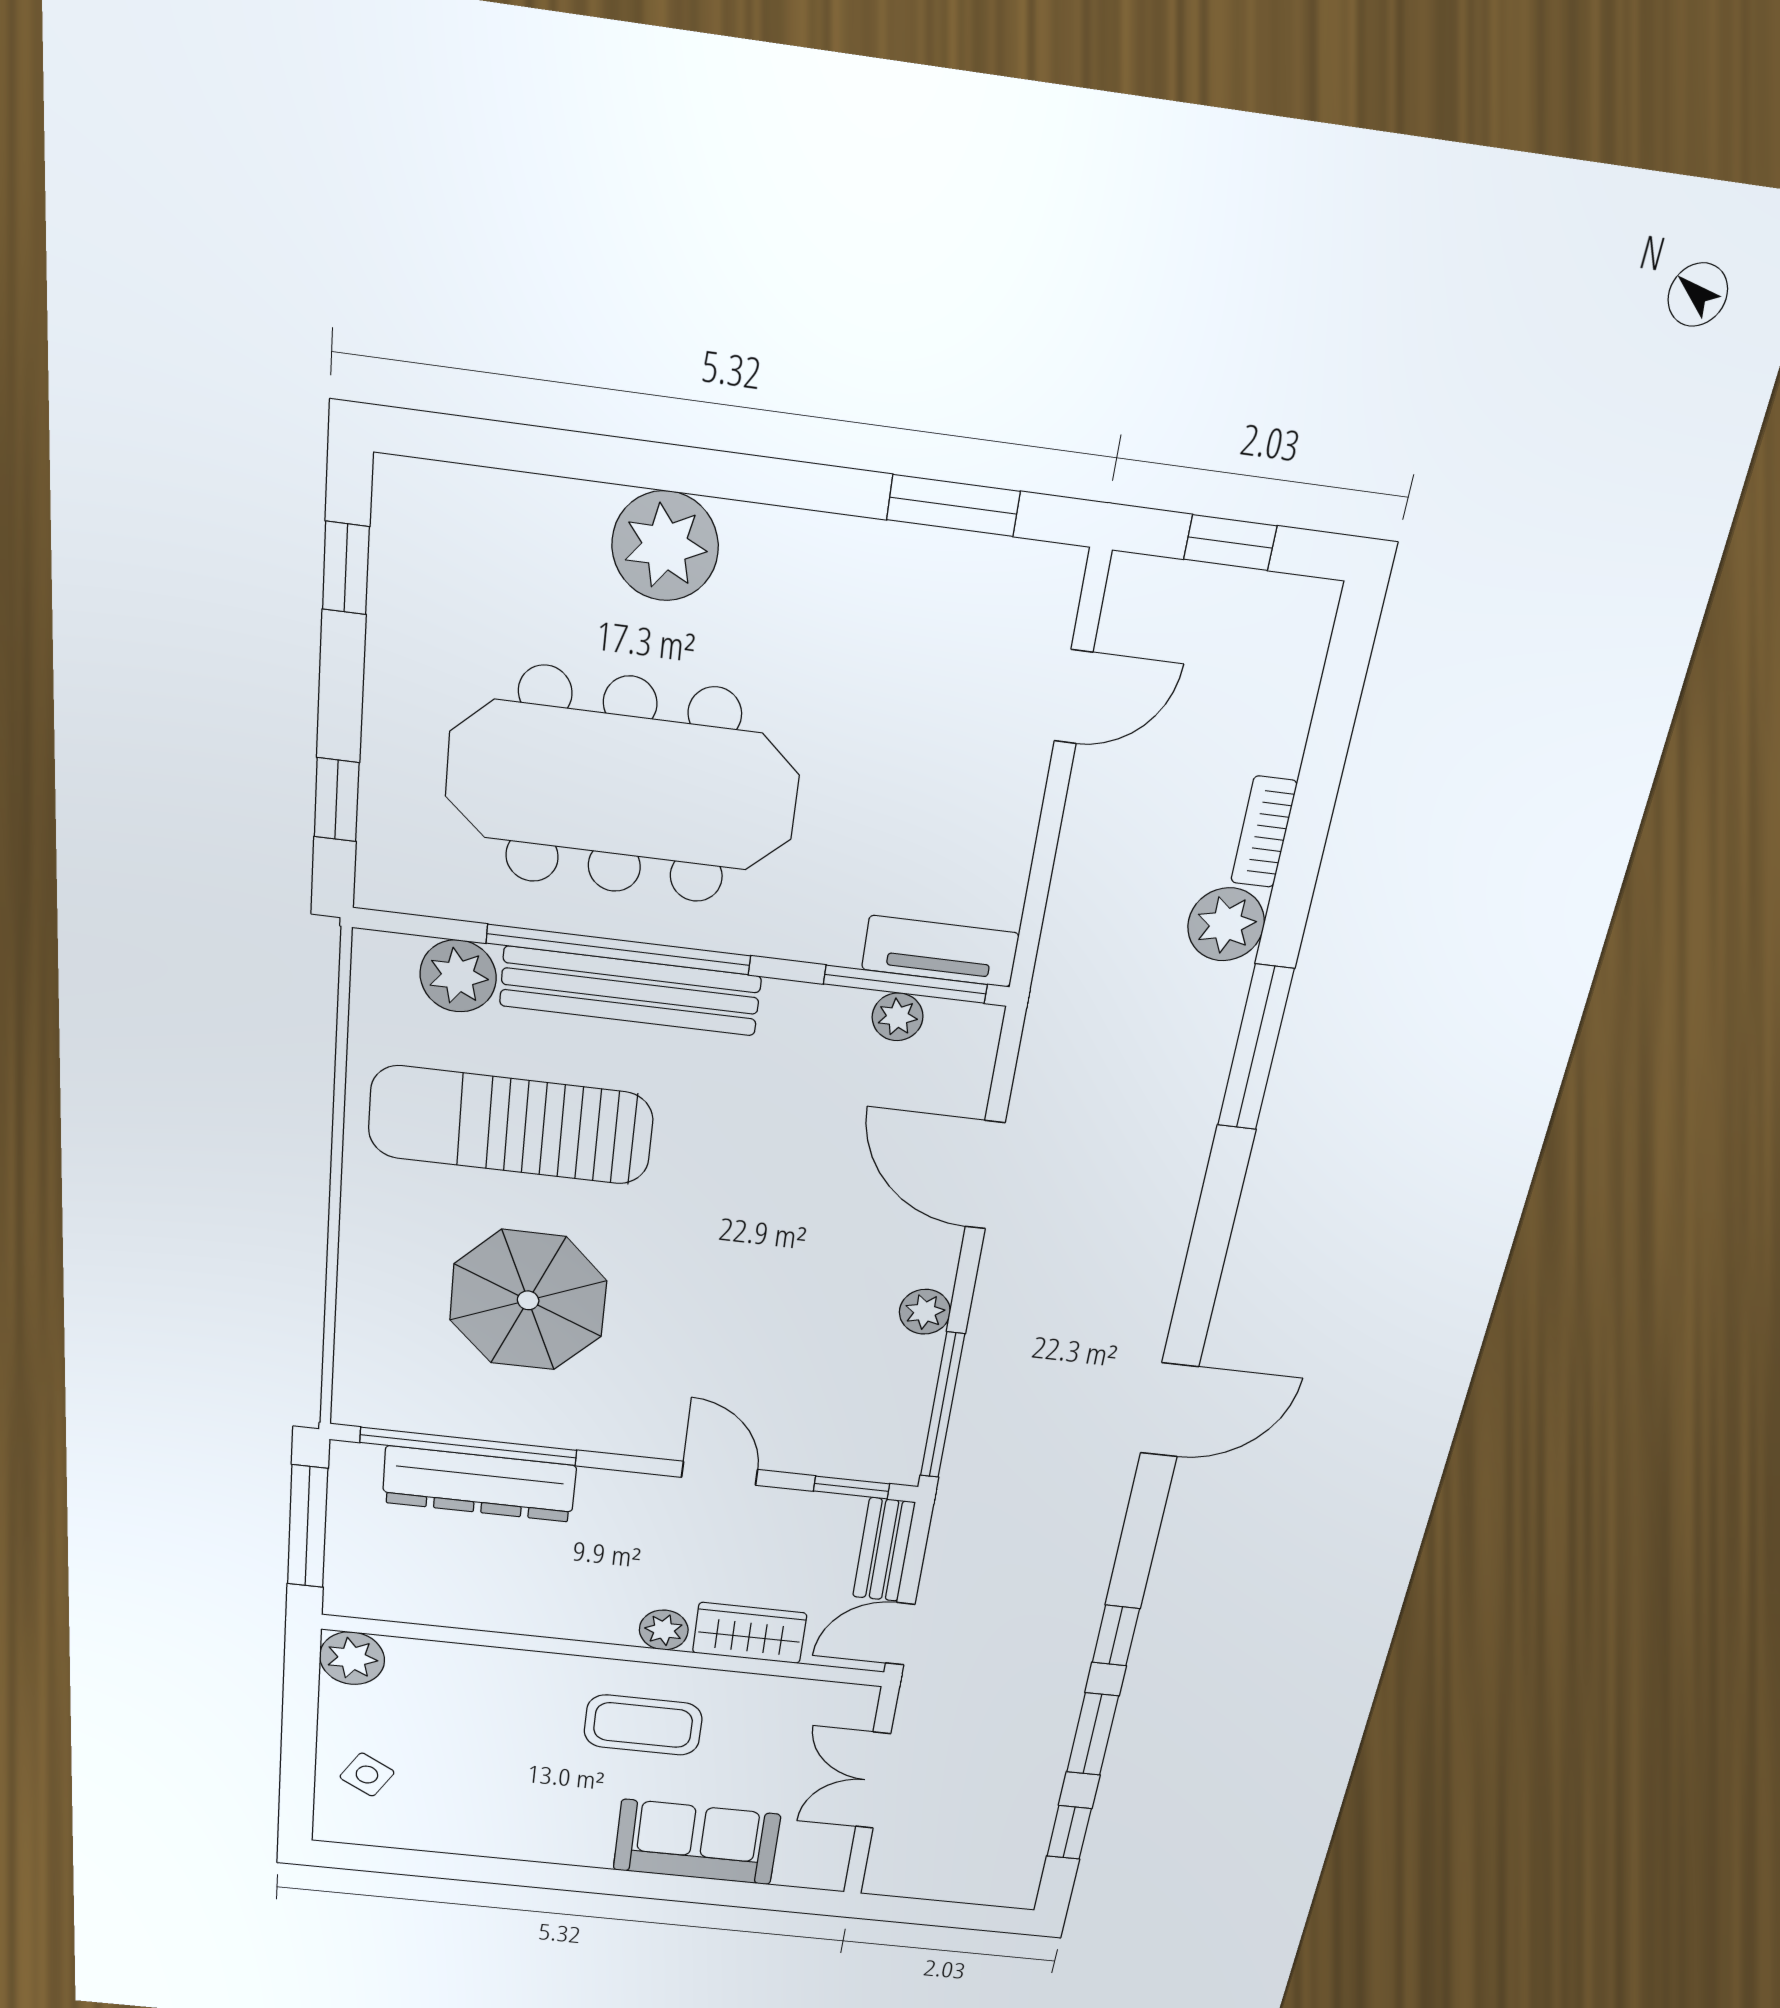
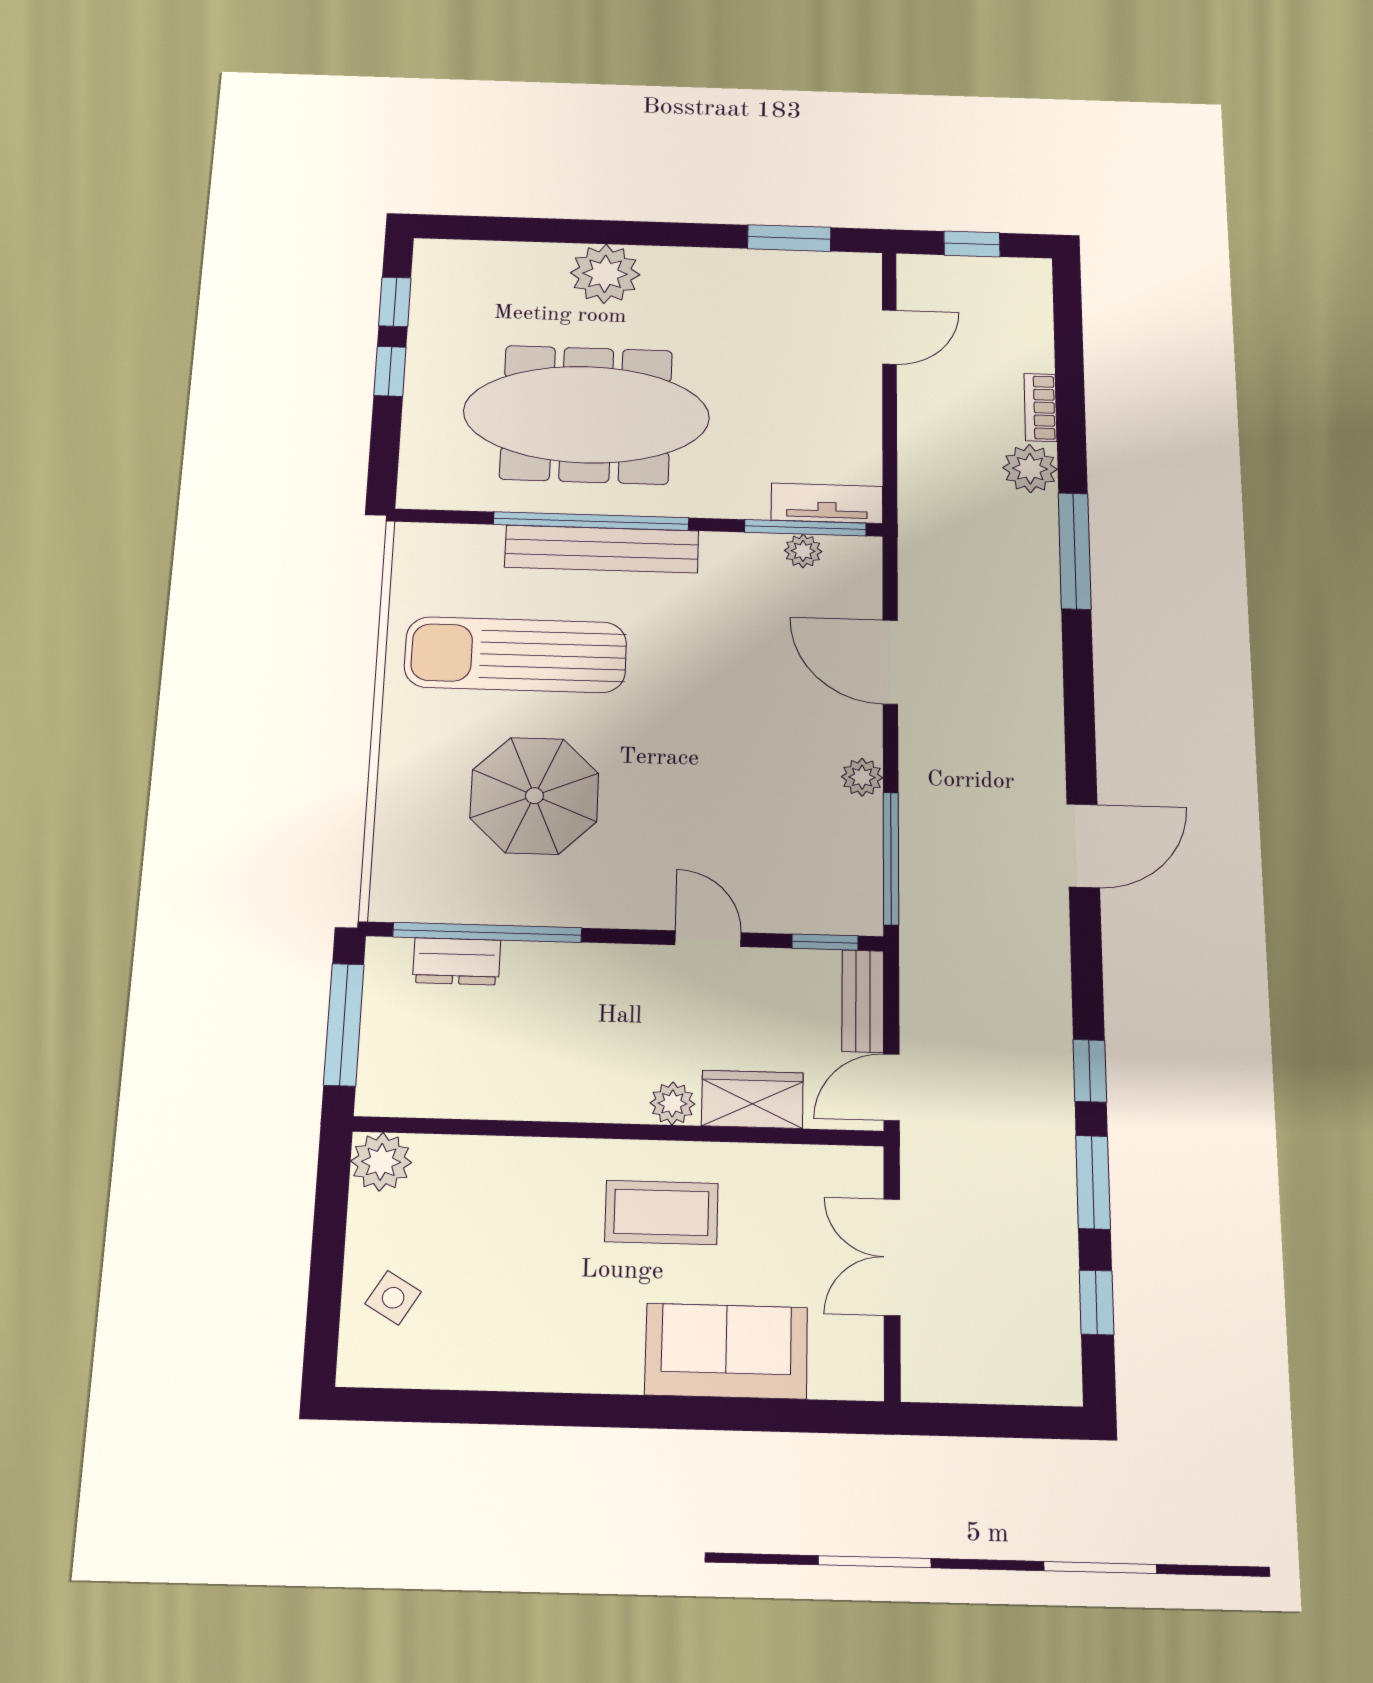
window: (337, 800) -> (390, 371), moved
plant: (458, 976) -> (473, 549), removed
dresser: (479, 1484) -> (457, 961), width x0.51, depth x0.80

